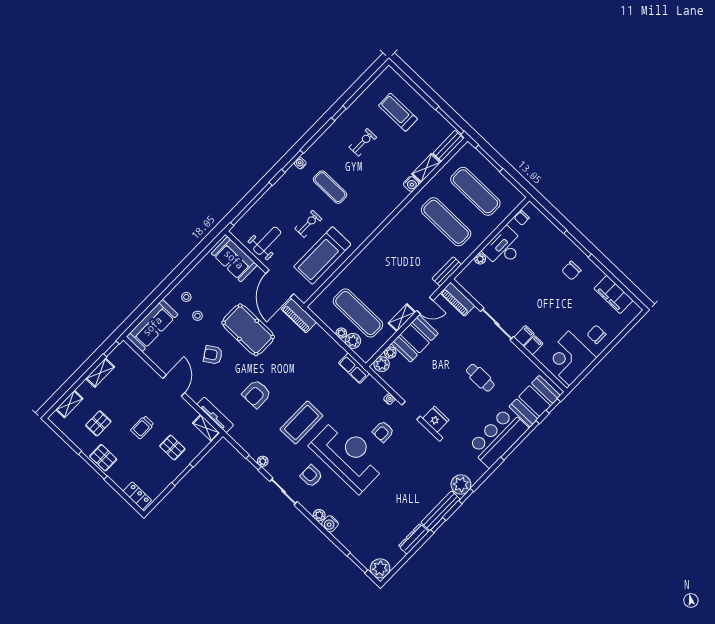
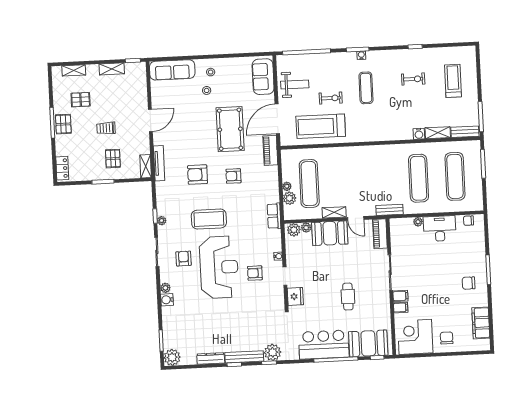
armchair: (213, 355) -> (233, 176), moved, turned -57

